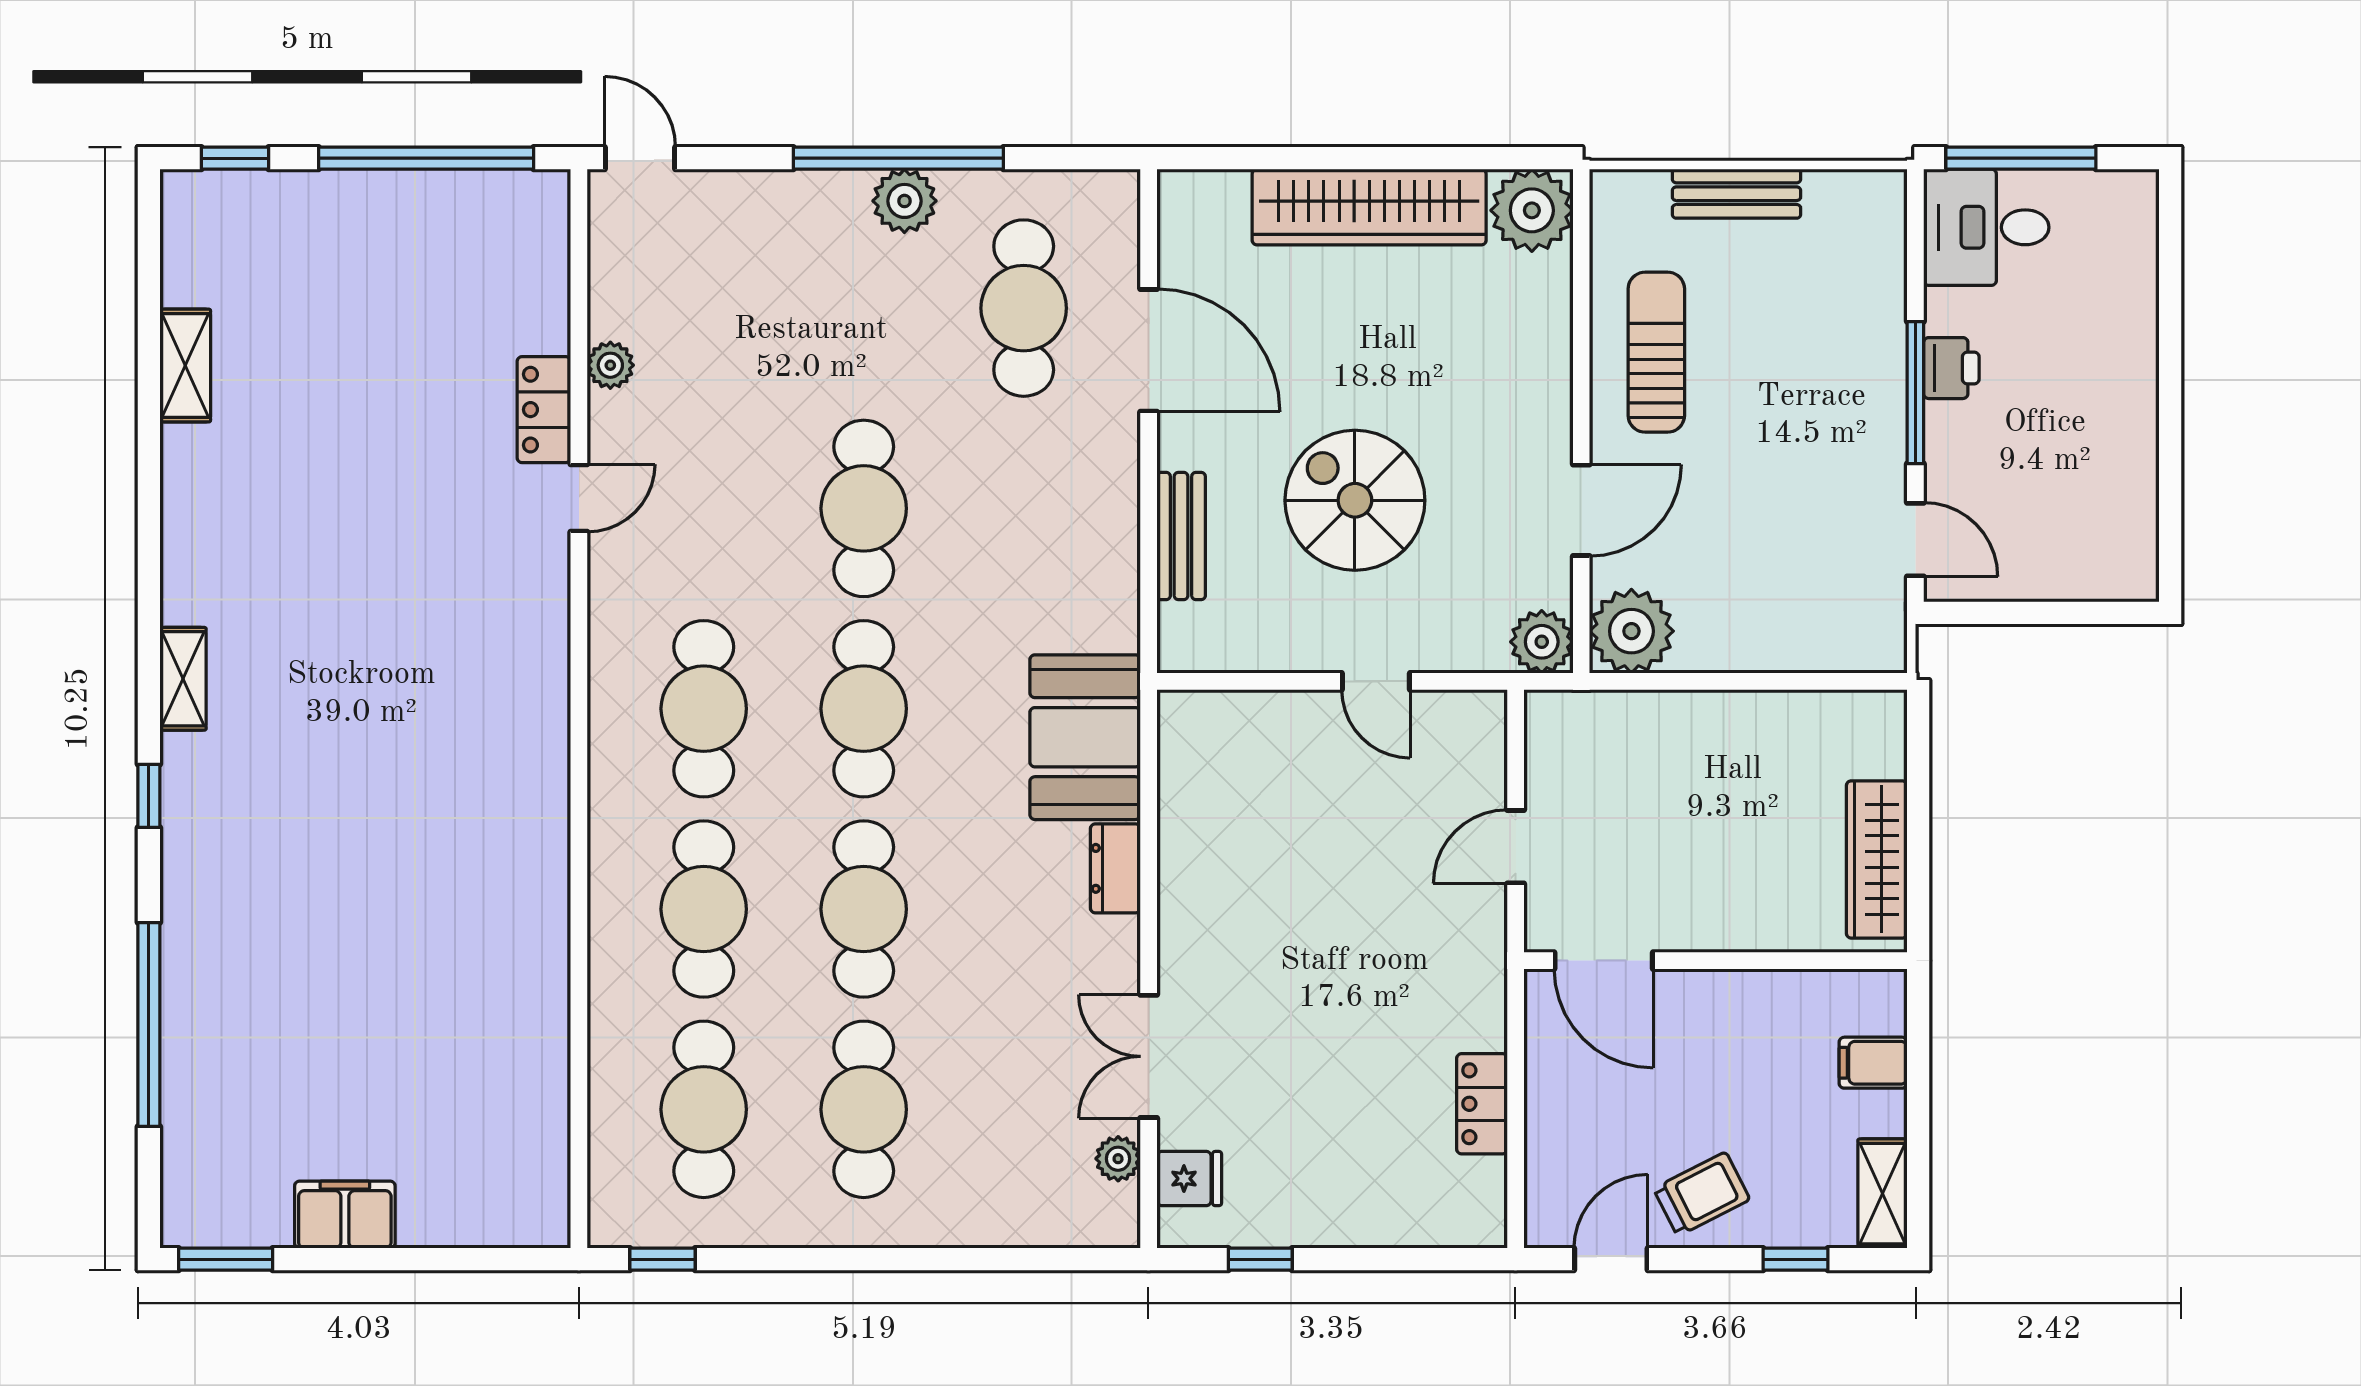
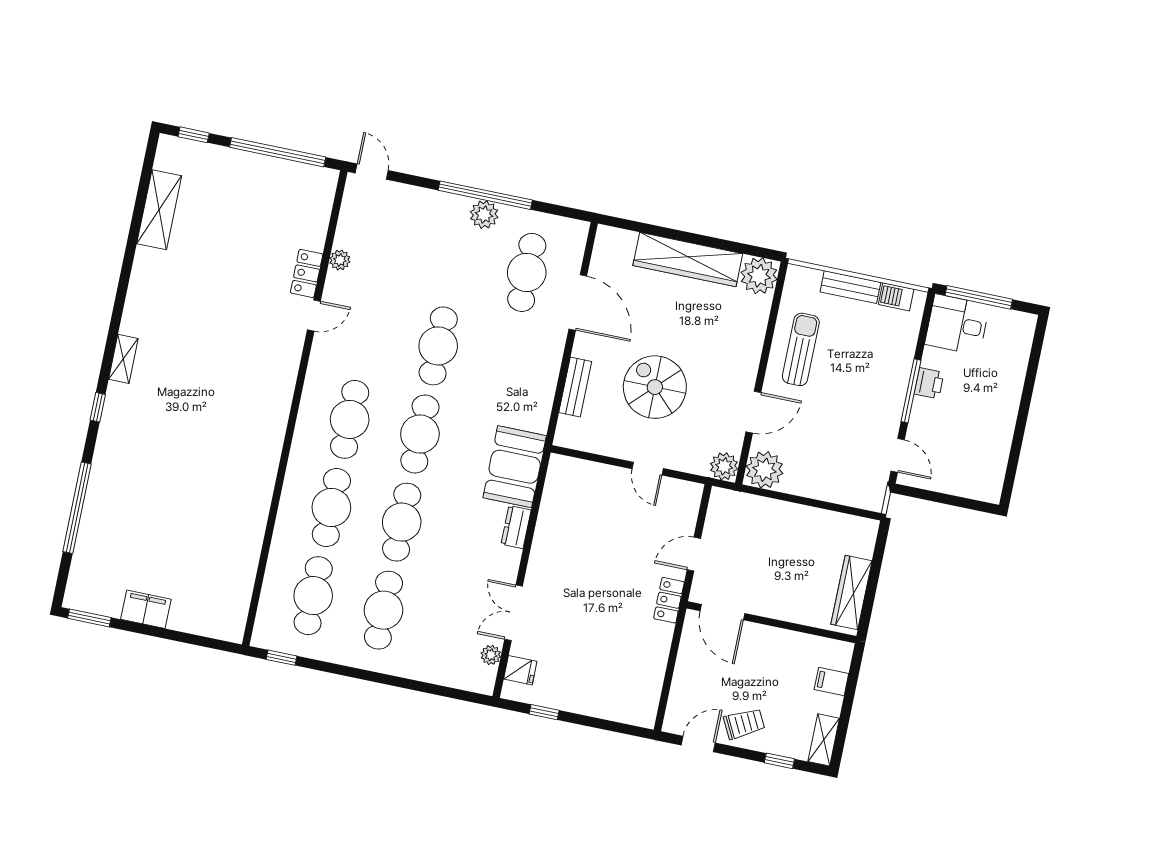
barbecue: (1840, 194) -> (896, 297), added
shelving: (185, 366) -> (159, 210), width x1.50, depth x1.33
locker: (1482, 1104) -> (669, 600), moved

